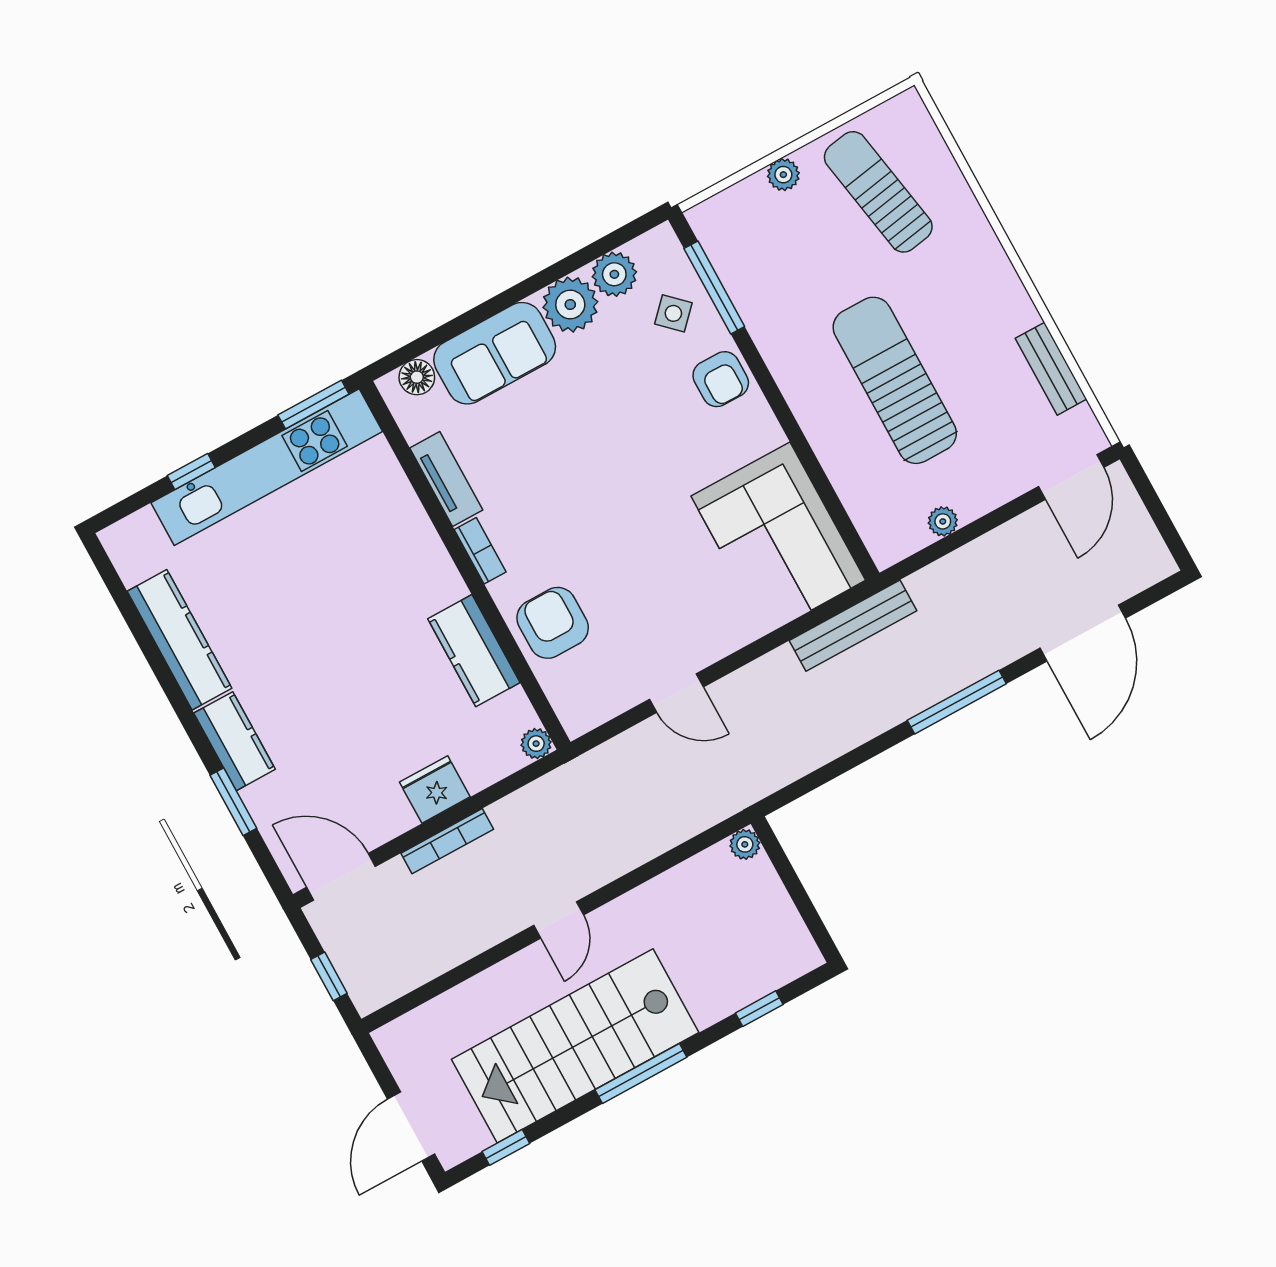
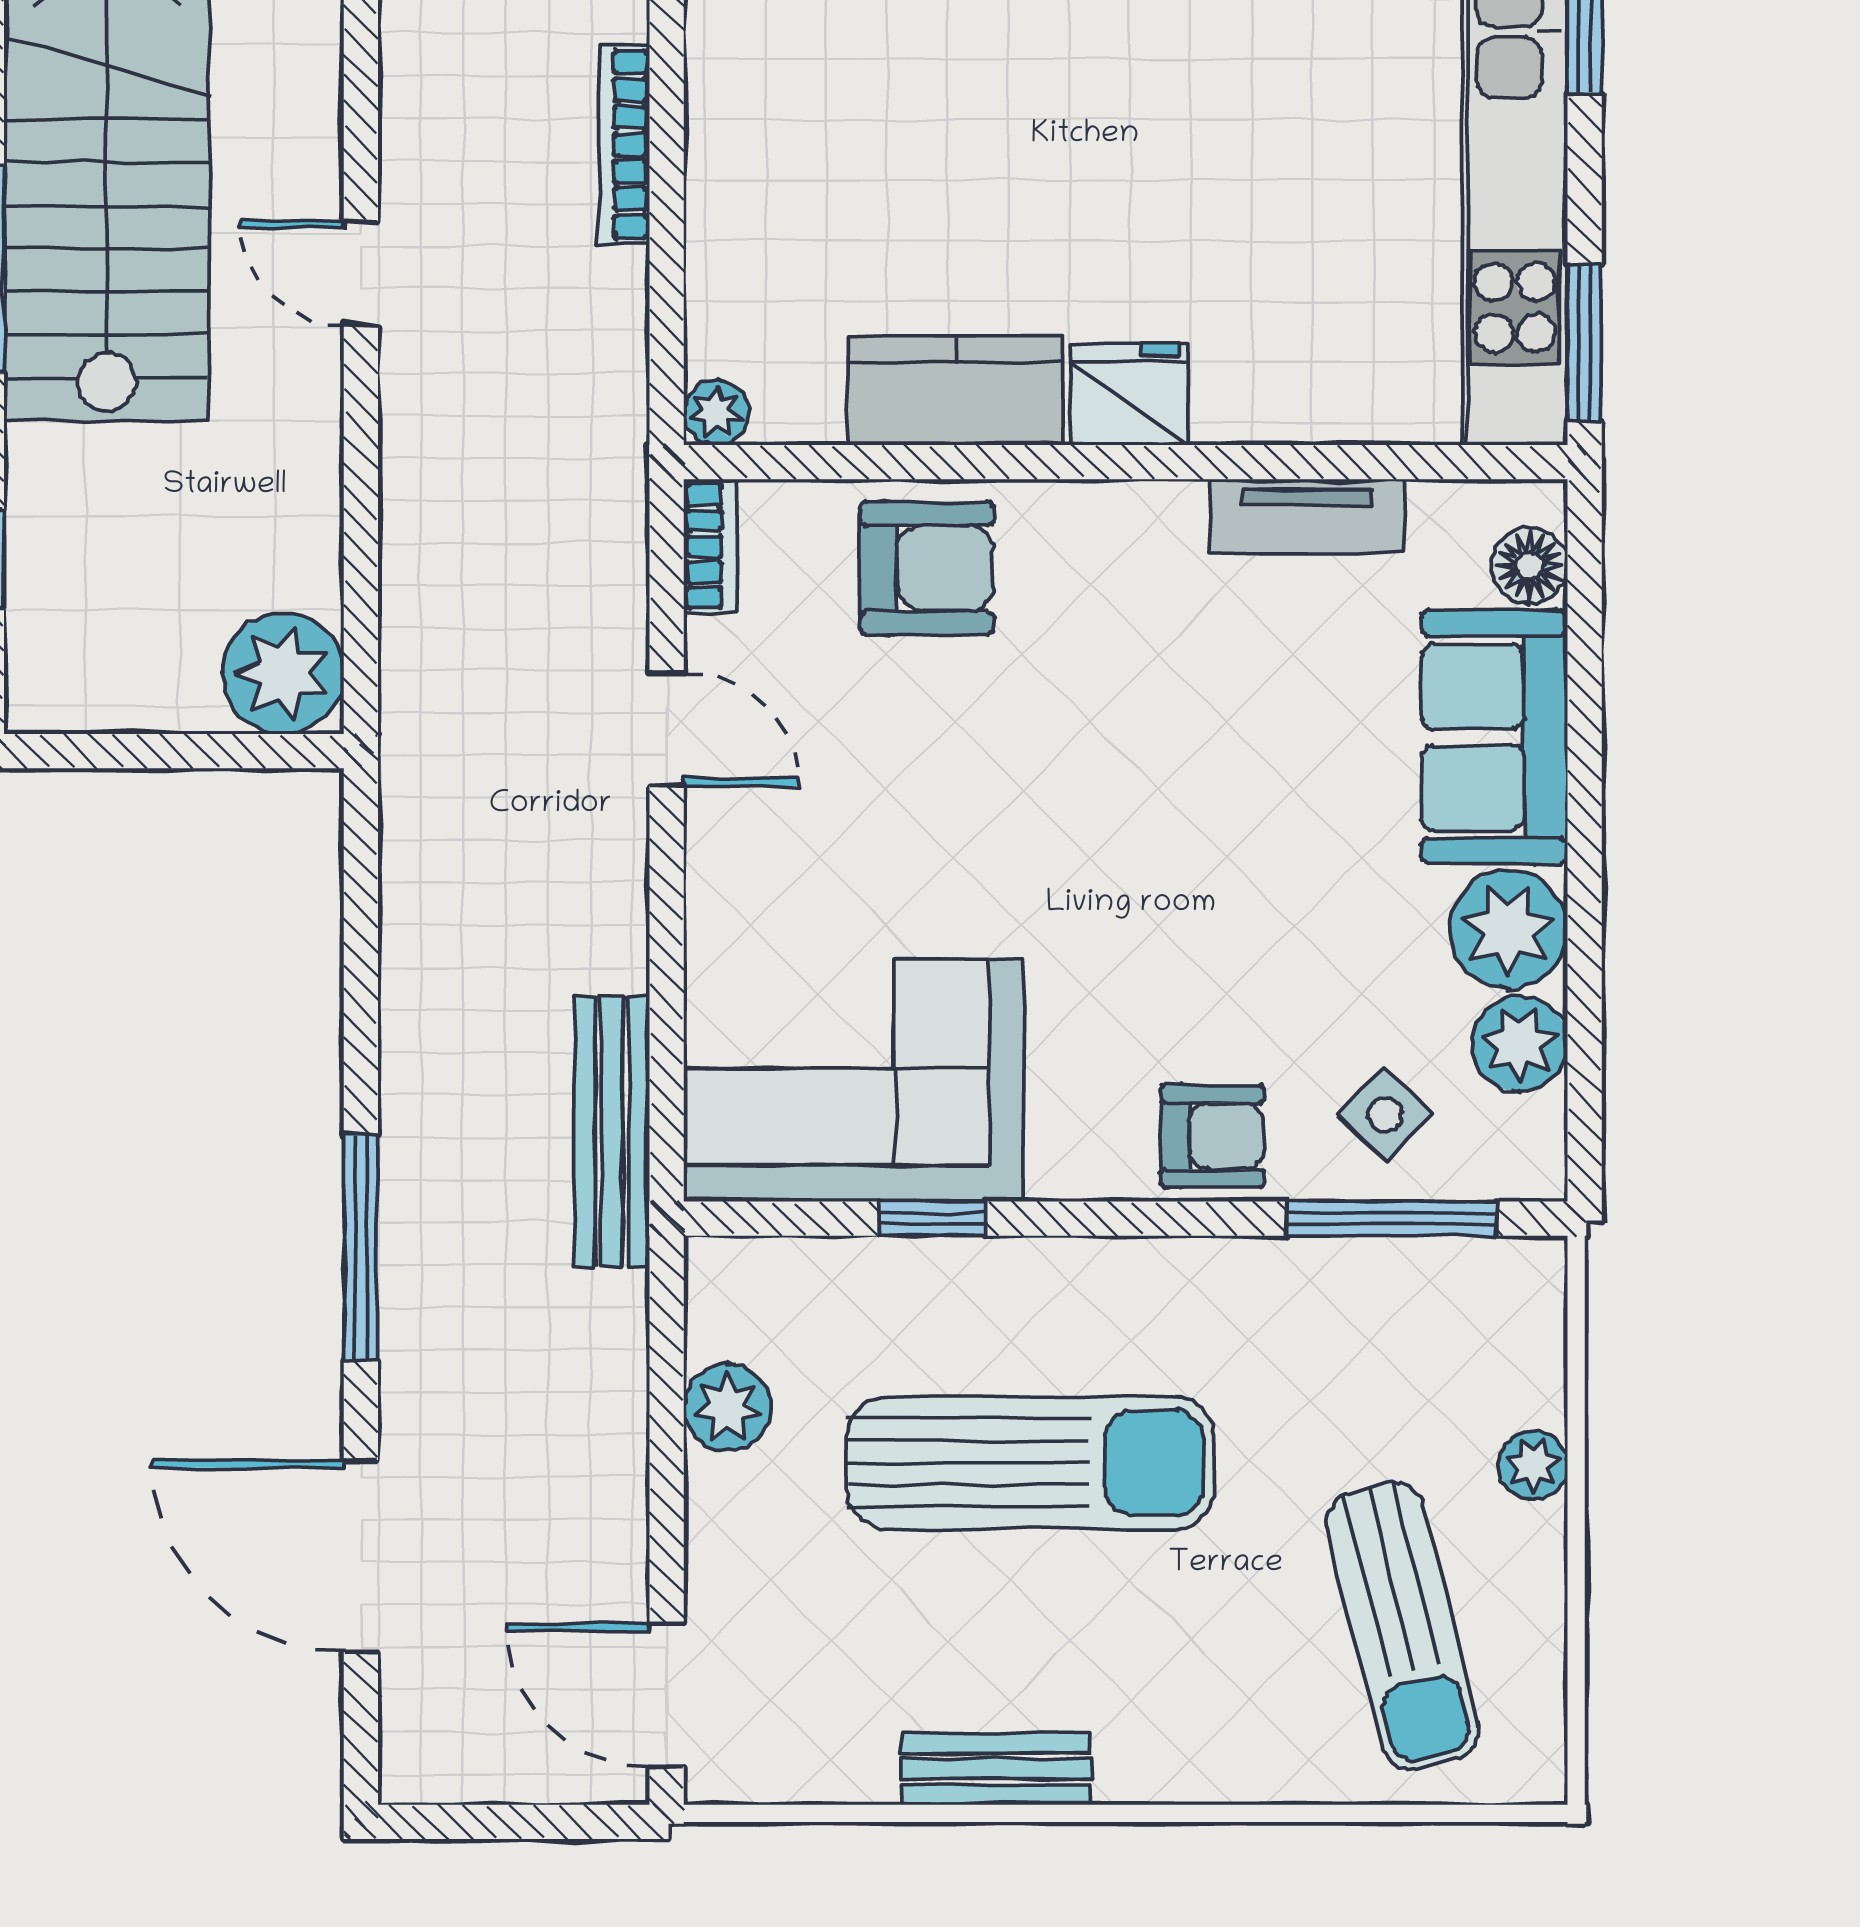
sun lounger: (878, 192) -> (1403, 1626), turned 86
bench: (1051, 369) -> (996, 1769), moved
armchair: (721, 379) -> (1212, 1136), turned 180
window: (817, 475) -> (932, 1219), added
plant: (943, 521) -> (727, 1408), width x1.38, depth x1.38
bookcase: (480, 551) -> (711, 546), moved, turned -90
door: (676, 693) -> (667, 729), swing flipped
fridge: (435, 789) -> (1129, 394), moved, turned -90
plant: (745, 844) -> (283, 673), width x1.88, depth x1.88

